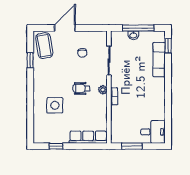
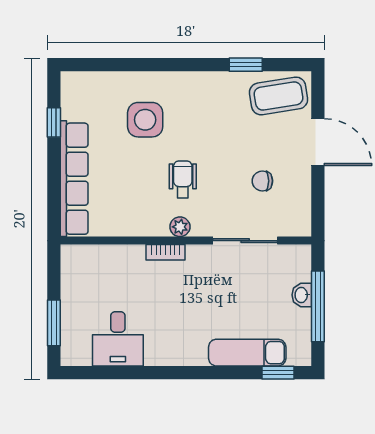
desk: (153, 132) -> (118, 339), moved
row of seats: (88, 137) -> (74, 179), width x1.36
window: (132, 146) -> (54, 323), moved

